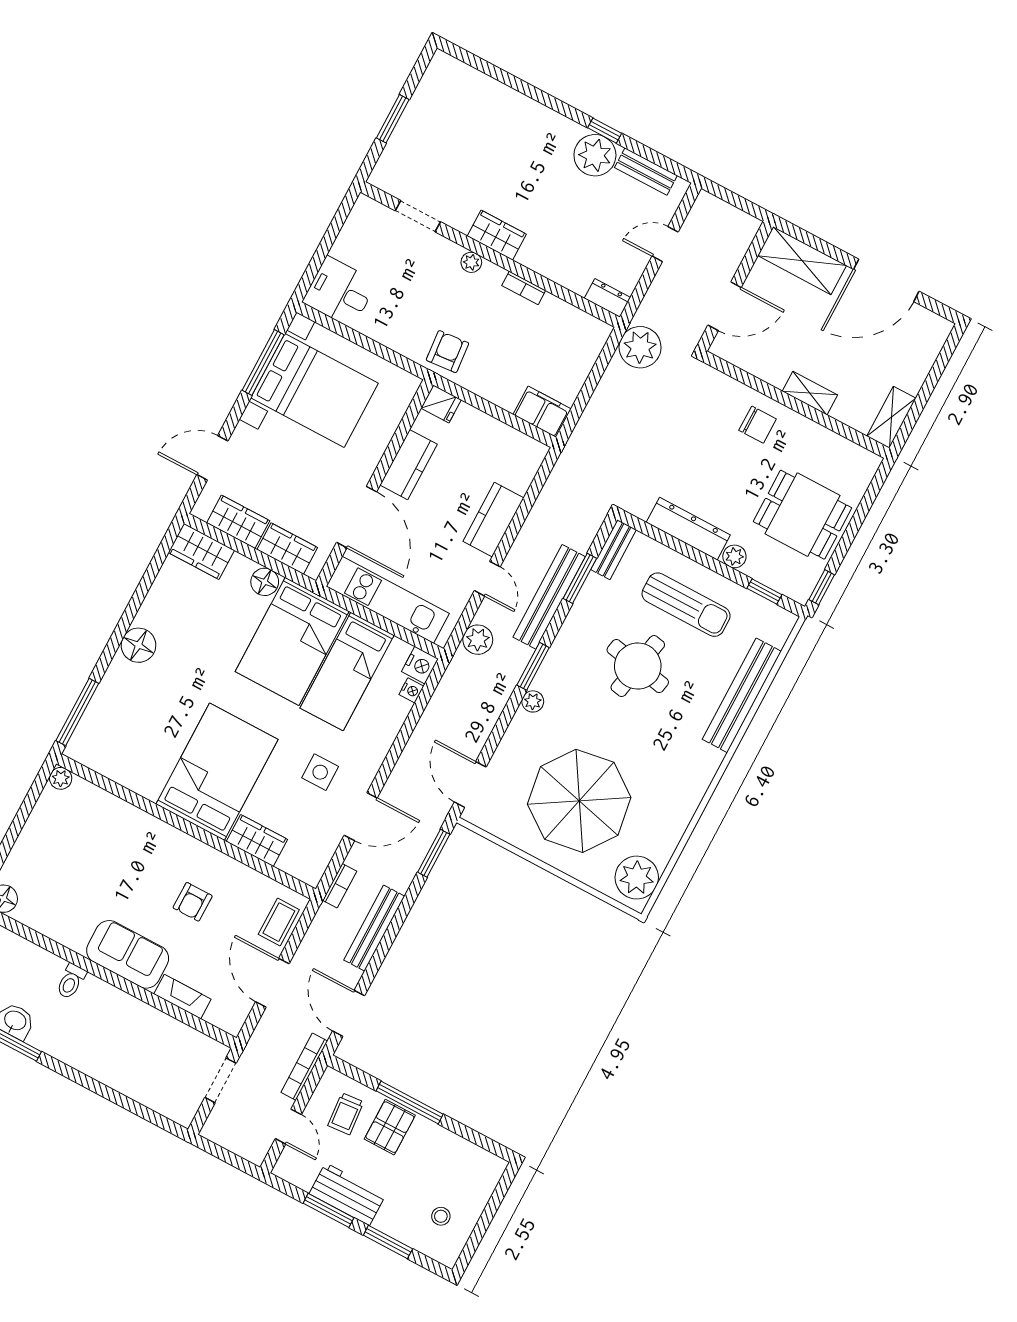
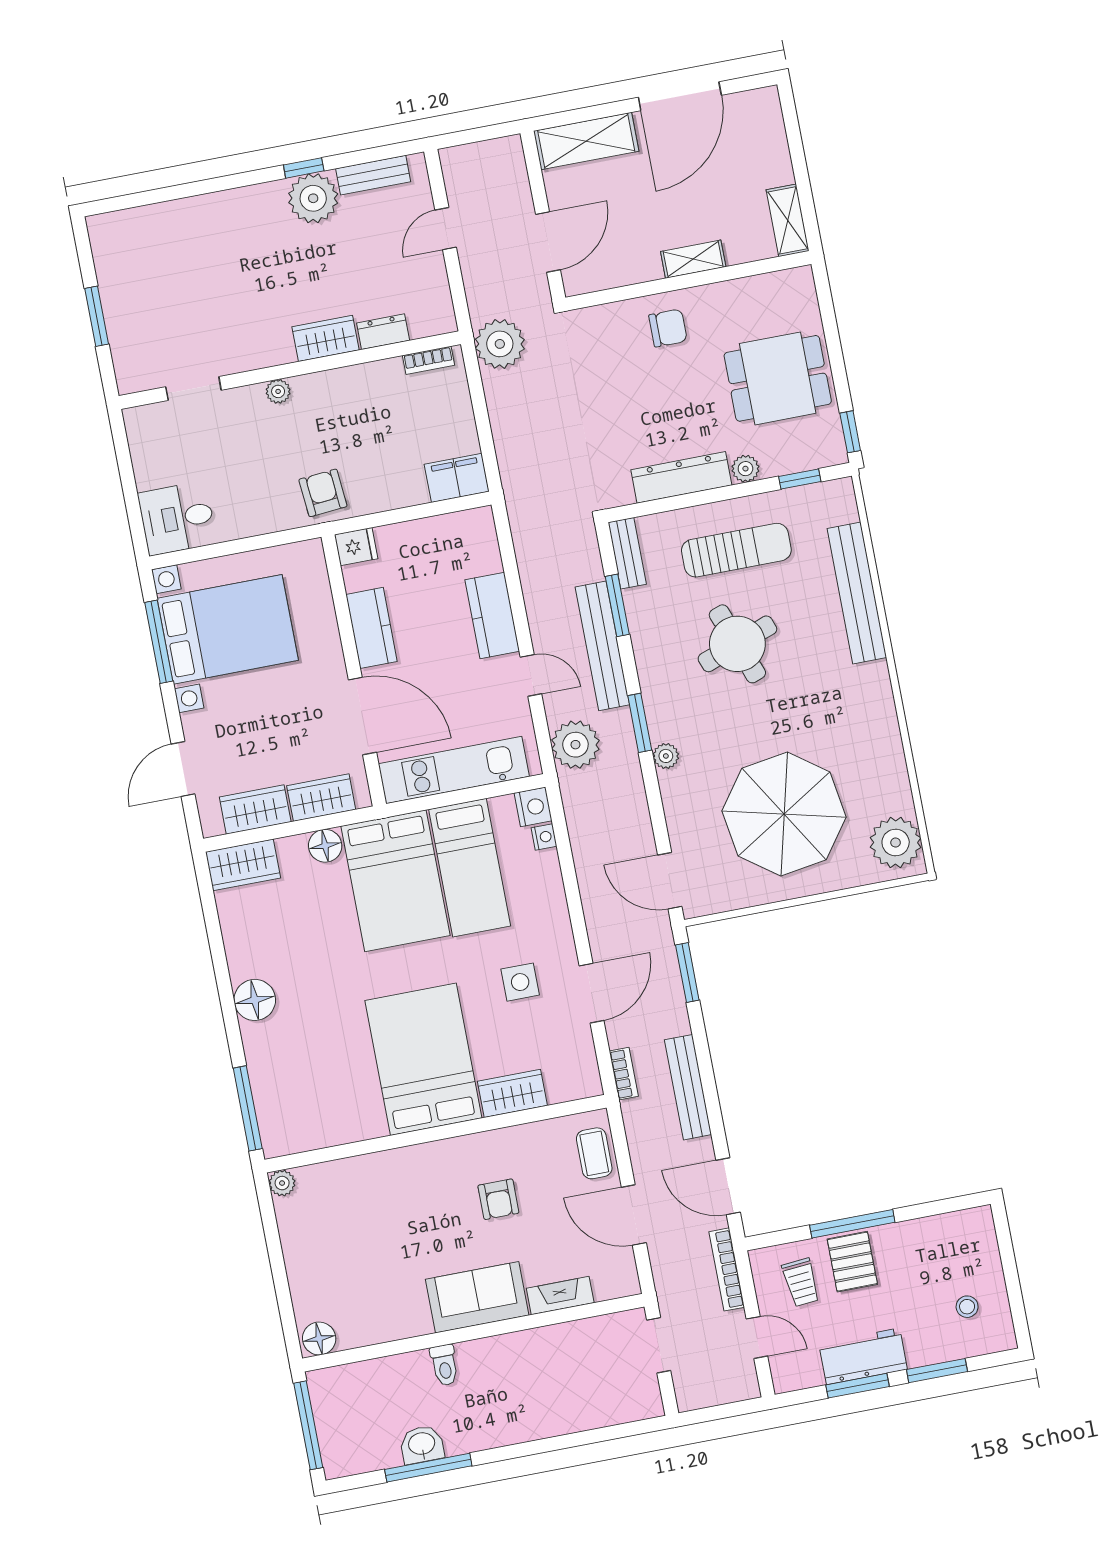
wardrobe: (497, 235) -> (326, 338), moved
bookcase: (524, 288) -> (428, 360), moved
dresser: (607, 298) -> (383, 332), moved
plant: (478, 640) -> (575, 745), width x1.36, depth x1.36
round table: (638, 666) -> (737, 644), turned -31

